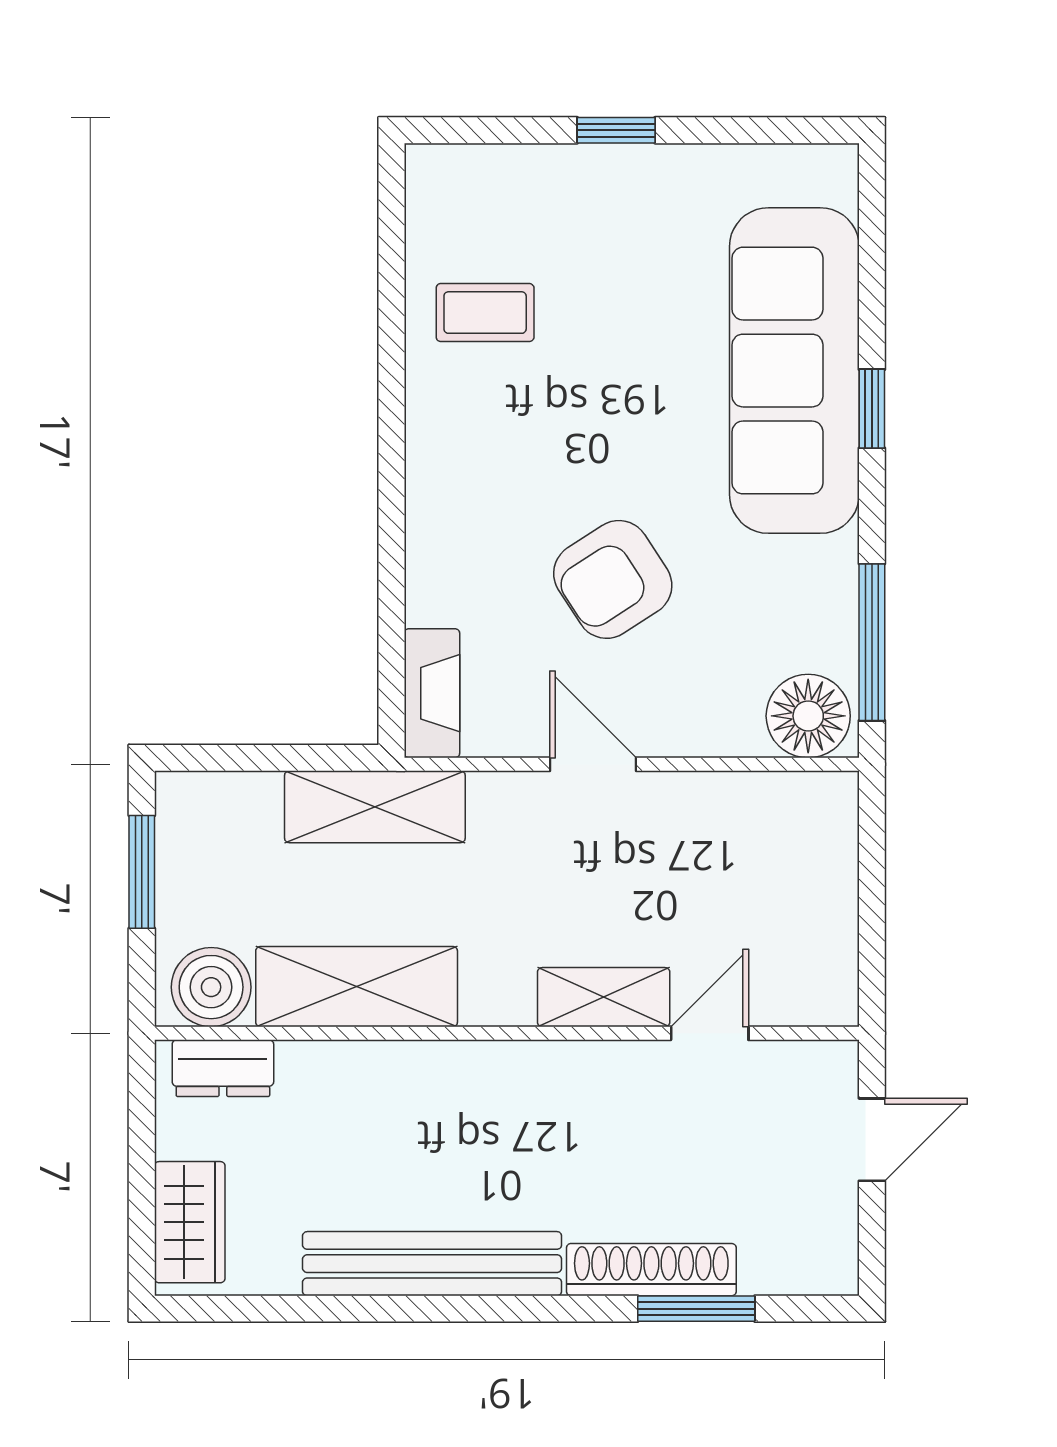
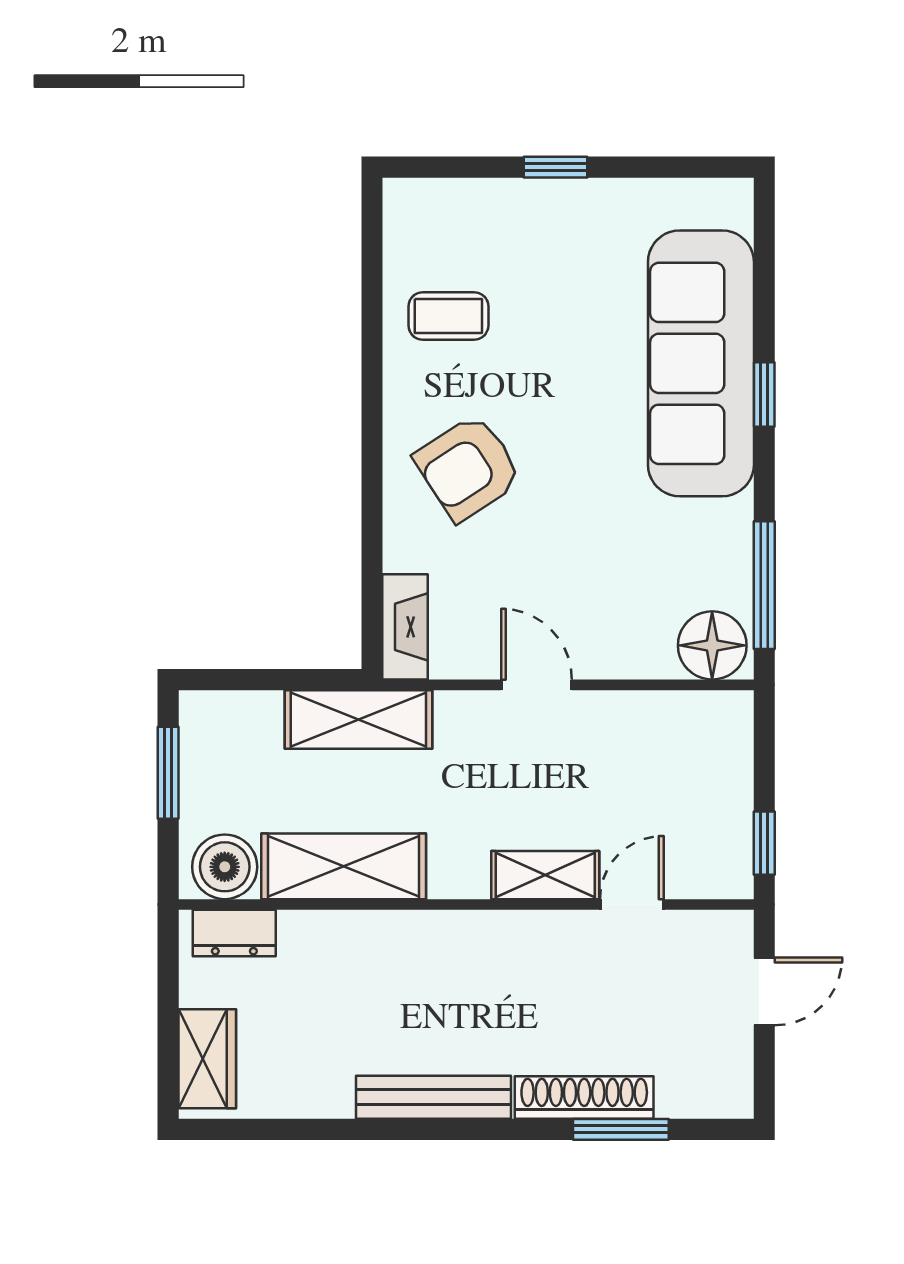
armchair: (613, 579) -> (468, 468), moved
window: (872, 958) -> (764, 843), added
bench: (432, 1264) -> (433, 1097), width x0.73, depth x0.82

